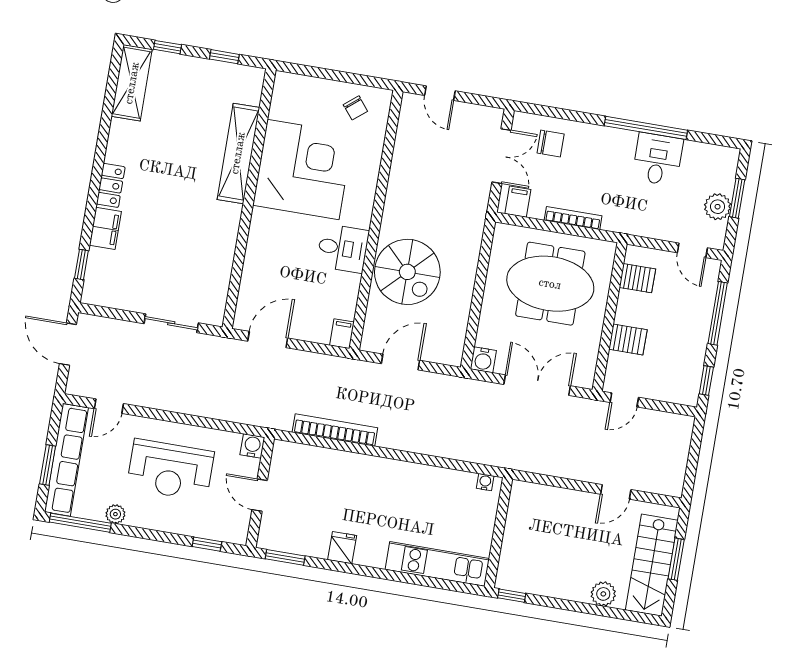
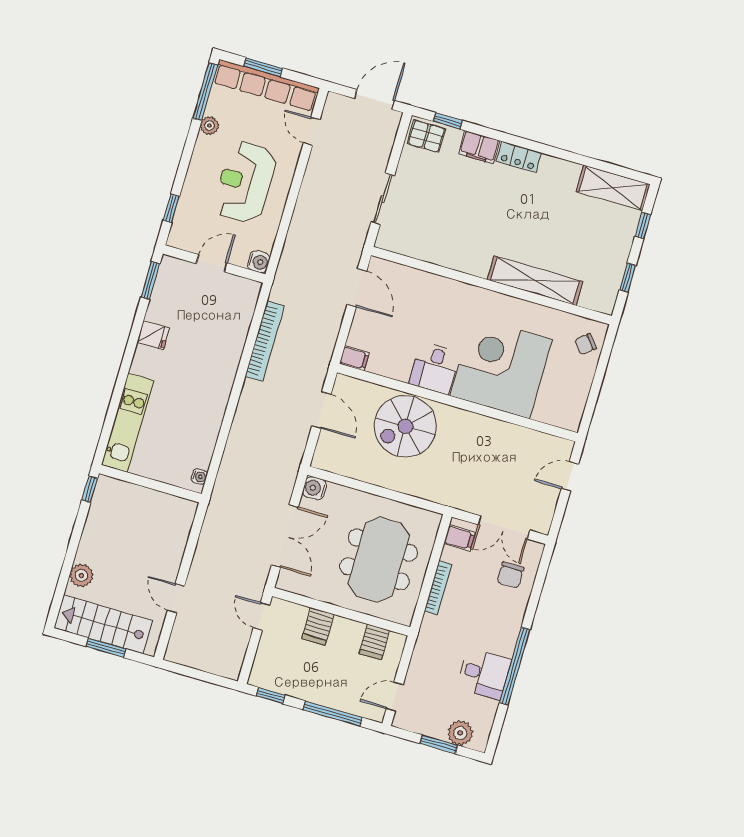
chair: (355, 108) -> (585, 344), moved
corner desk: (303, 169) -> (501, 368), moved, turned 180
plant: (718, 207) -> (460, 733), moved
pallet: (100, 285) -> (426, 136), added

